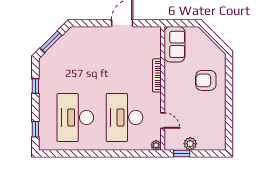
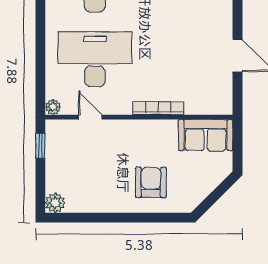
door: (163, 121) -> (90, 117), swing flipped
plant: (190, 144) -> (55, 203), moved

